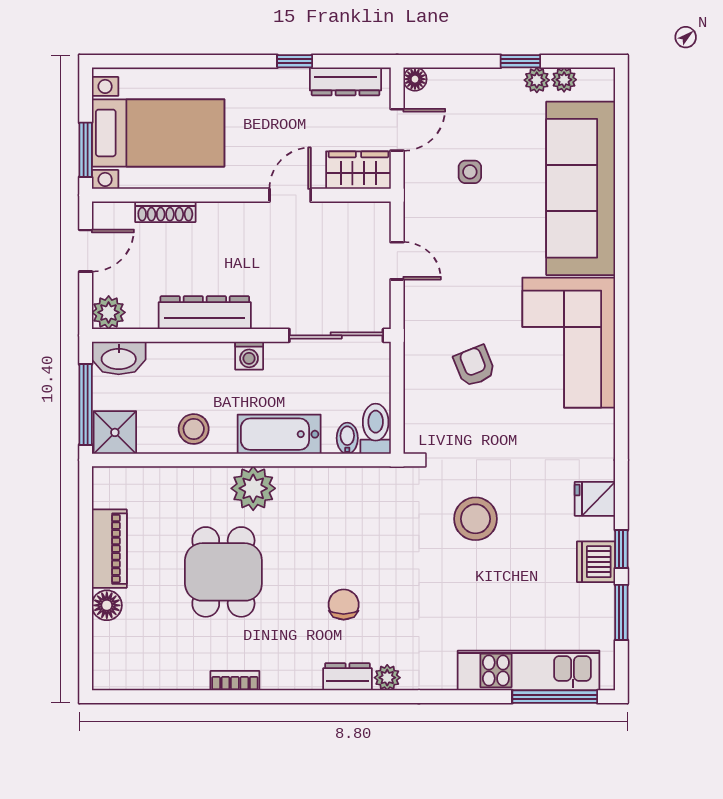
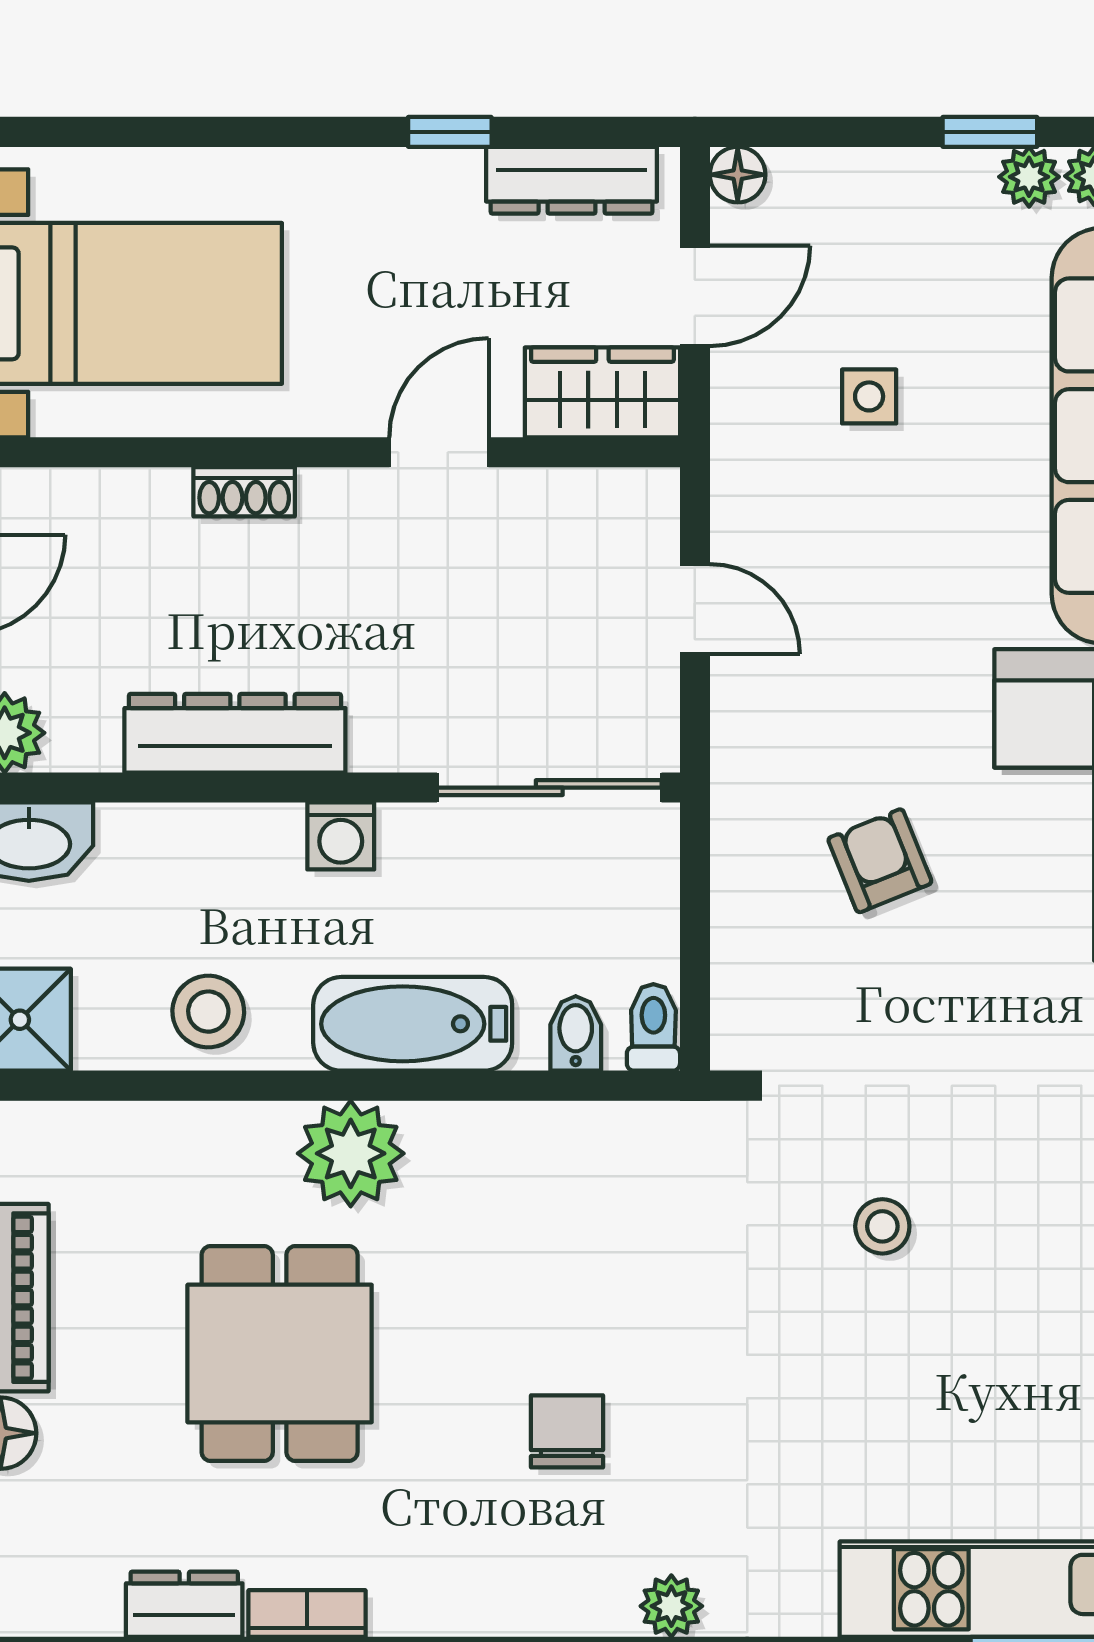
shoe rack: (165, 212) -> (244, 492), moved, width x0.70
toilet: (376, 429) -> (653, 1027), width x0.73, depth x0.72
stool: (475, 519) -> (882, 1226), width x0.53, depth x0.53
dresser: (347, 677) -> (184, 1604), moved

